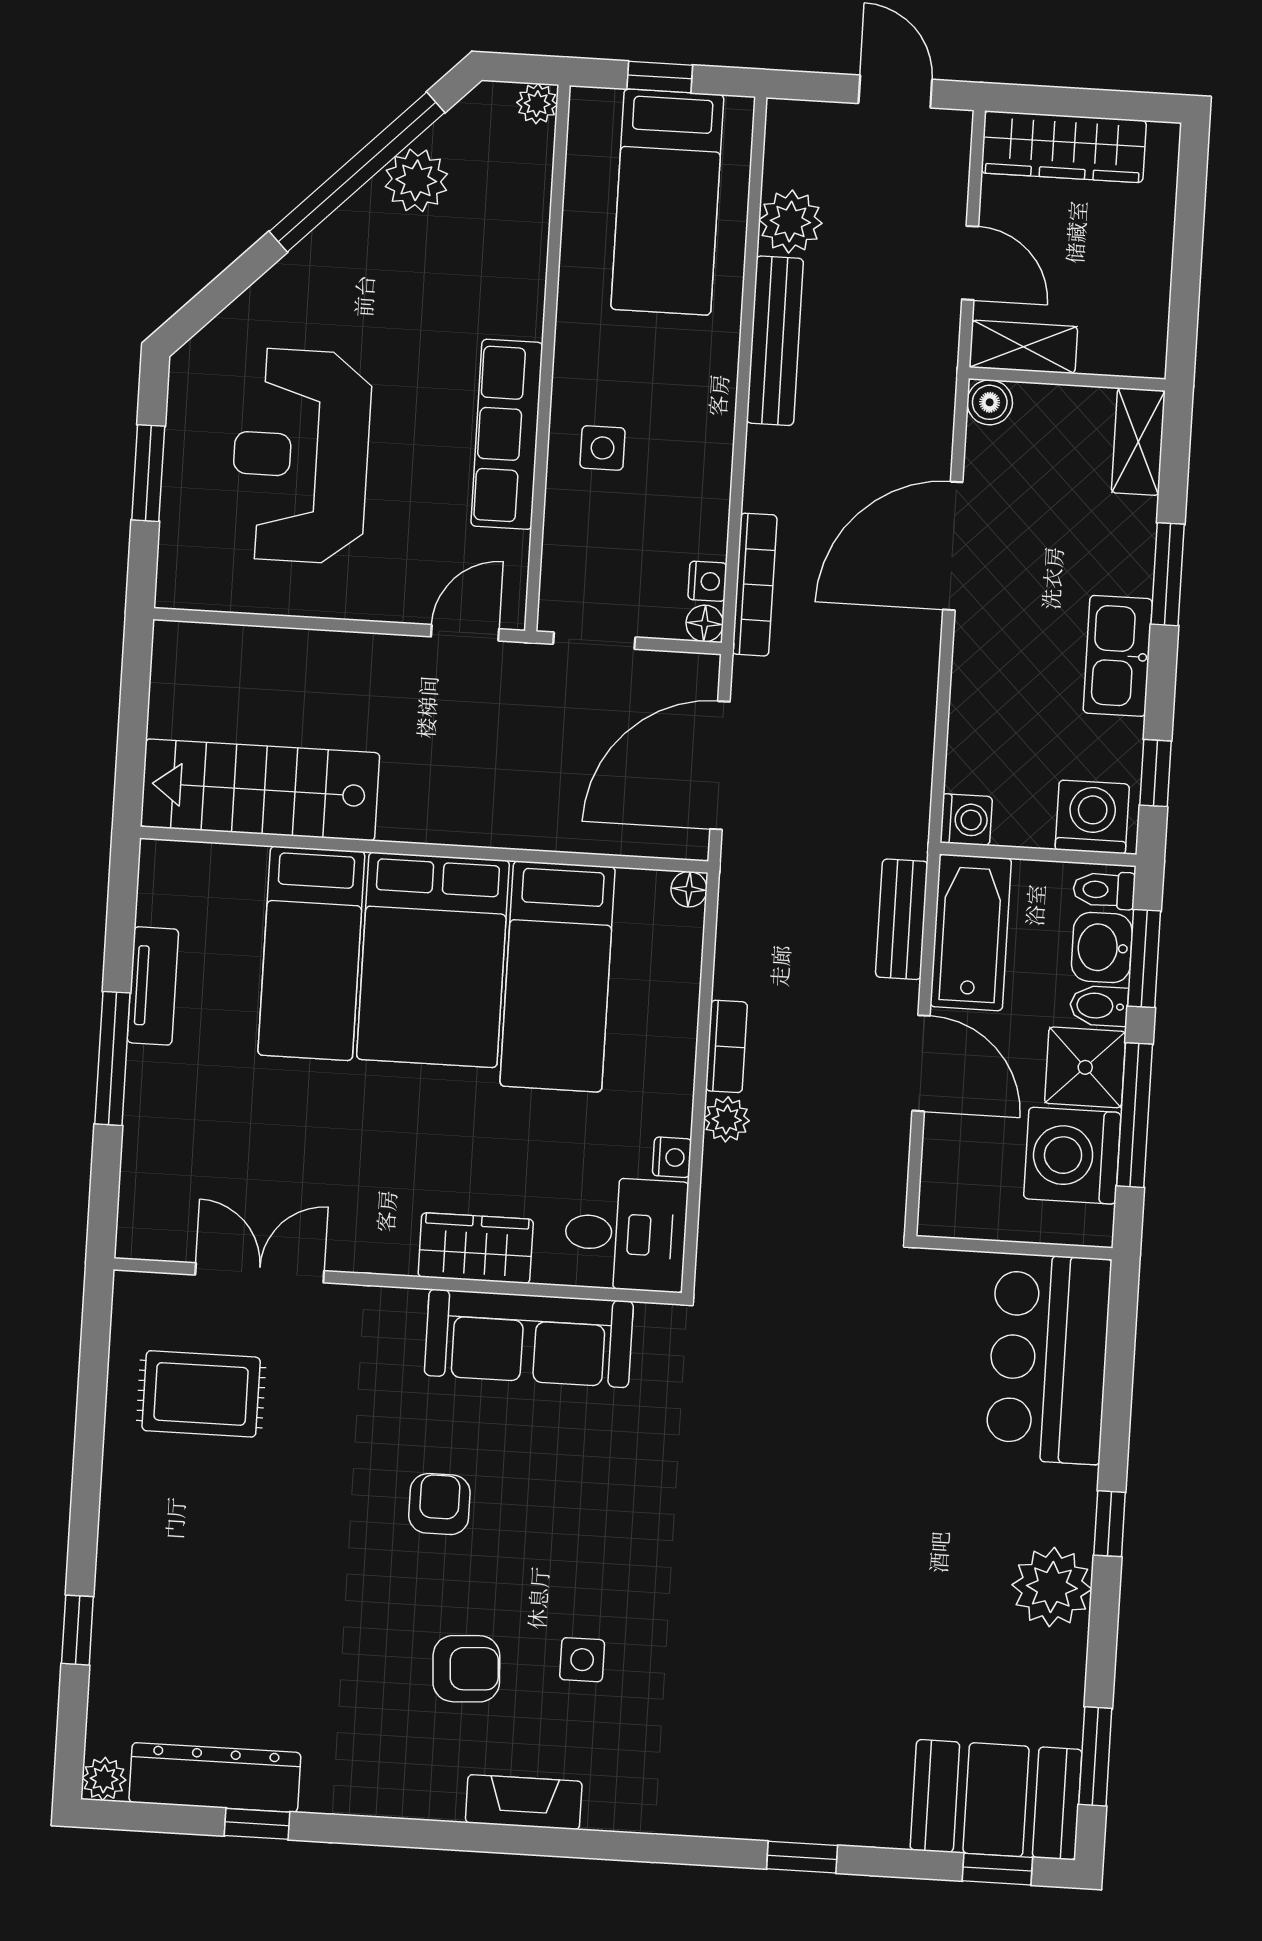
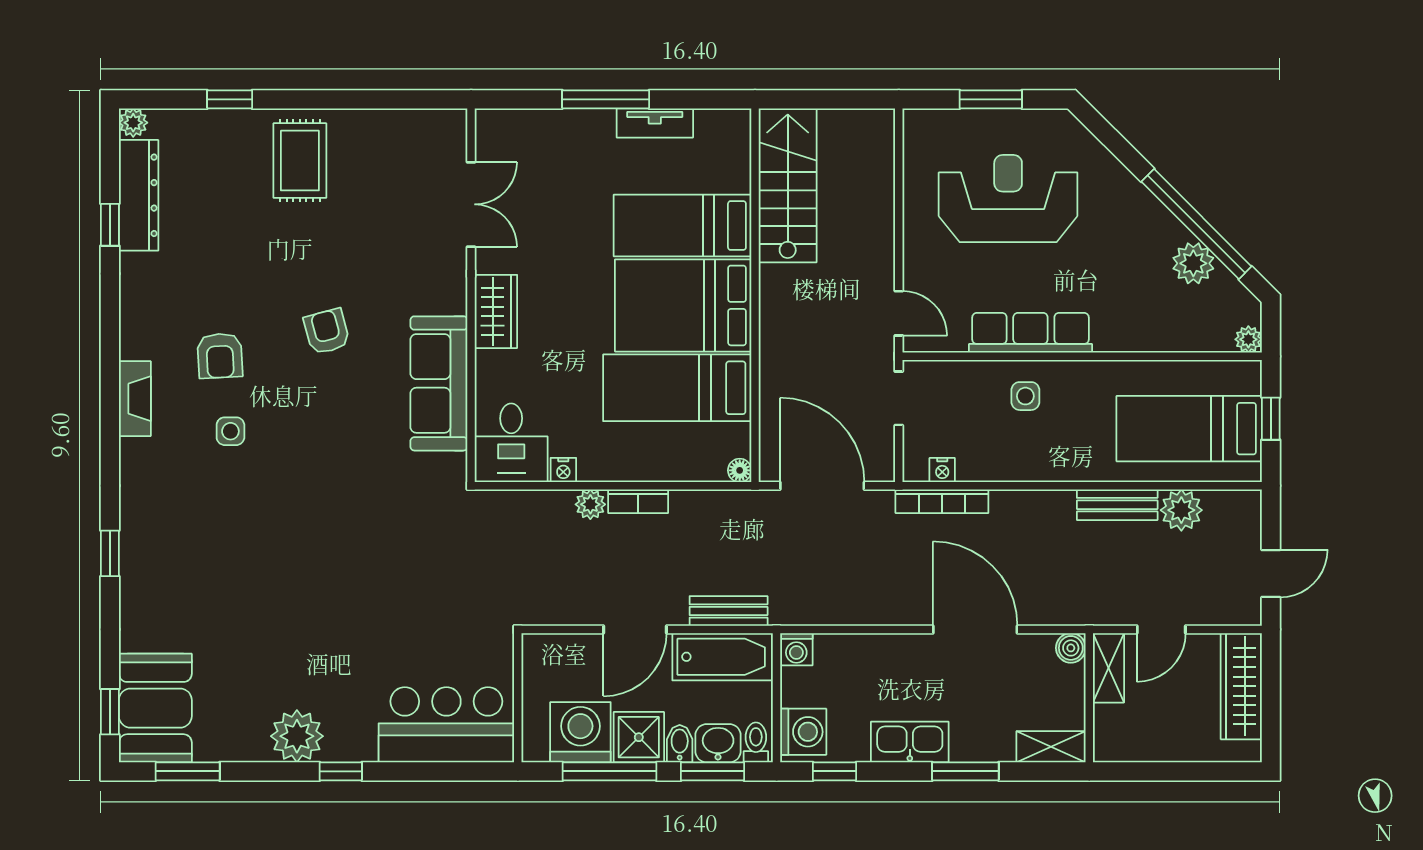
bench: (775, 341) -> (1117, 505), width x0.73
floor lamp: (705, 623) -> (914, 470), removed
wardrobe: (476, 1248) -> (496, 311), moved
rug: (201, 1394) -> (300, 161), moved
armchair: (439, 1504) -> (327, 331), turned -105
window: (802, 1857) -> (110, 553), moved

